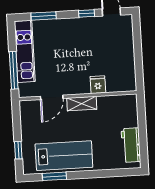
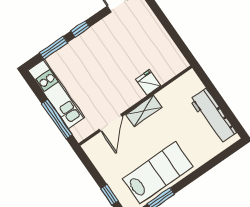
window: (87, 13) -> (80, 29), moved
workbench: (131, 145) -> (213, 116), width x1.38

